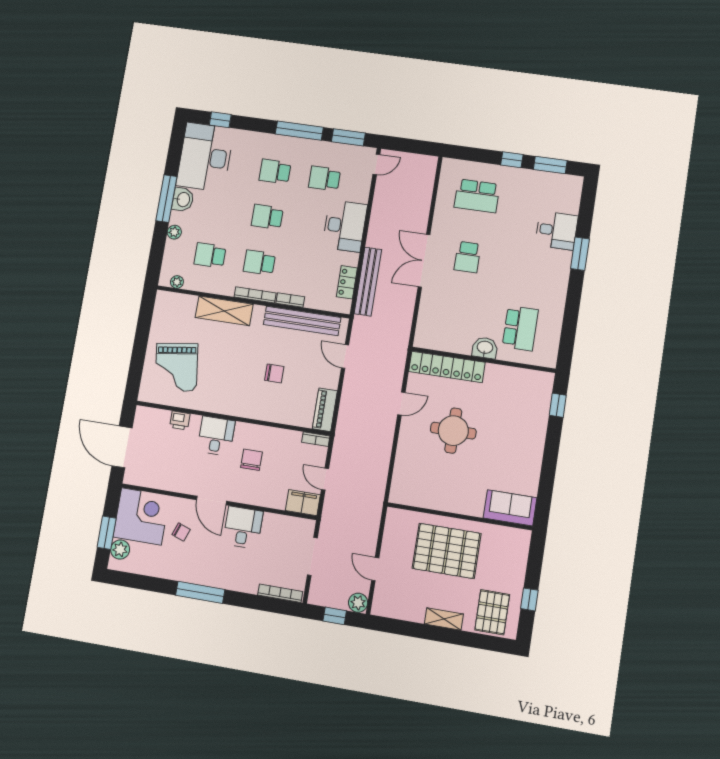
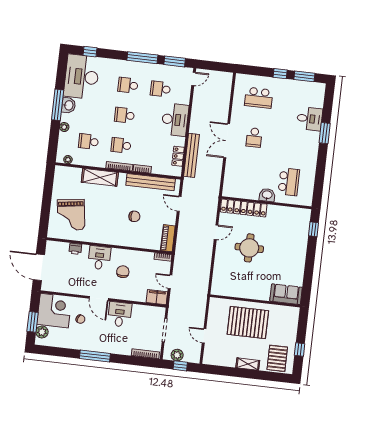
plant: (358, 603) -> (177, 355), moved

